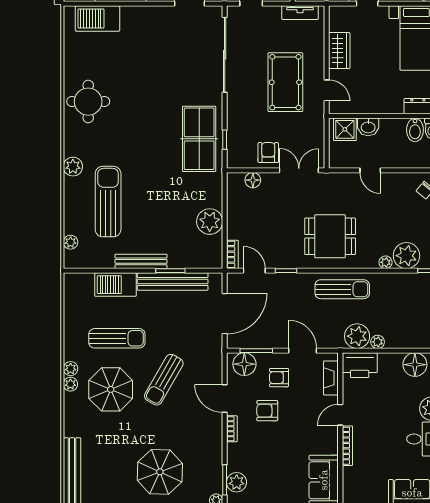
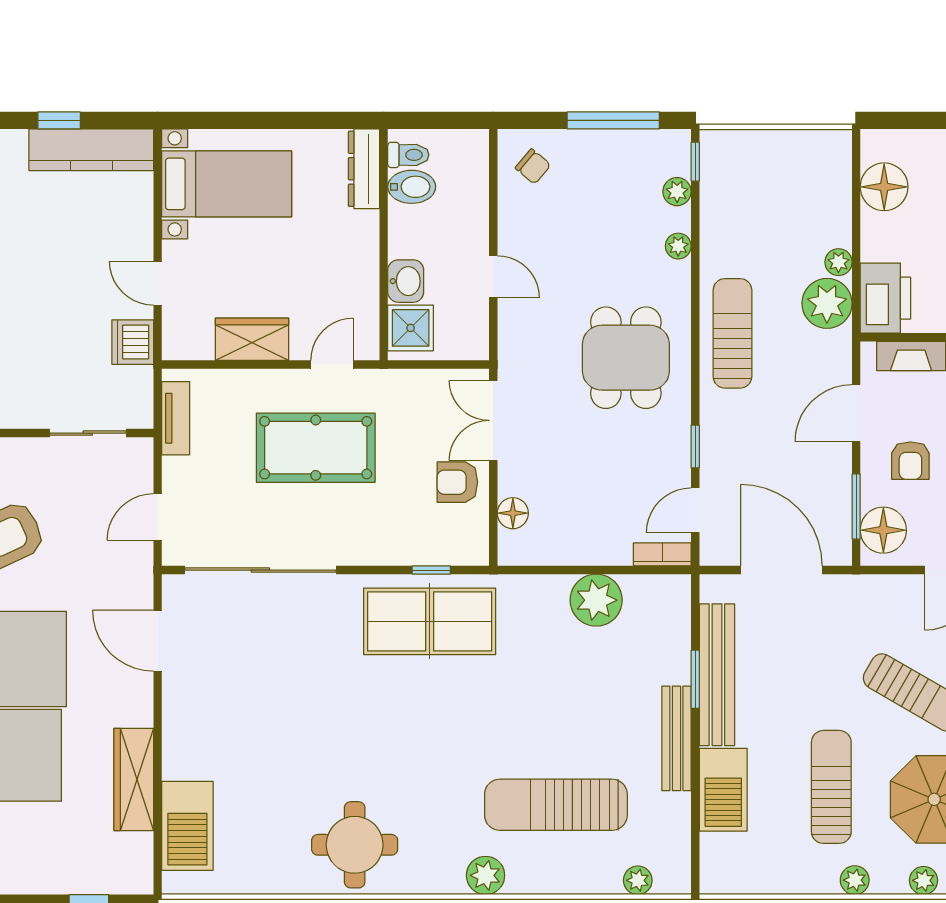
door: (370, 170) -> (493, 277), hinge flipped
plant: (406, 256) -> (677, 192), width x0.53, depth x0.53
plant: (71, 369) -> (855, 880), moved

